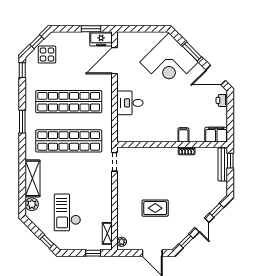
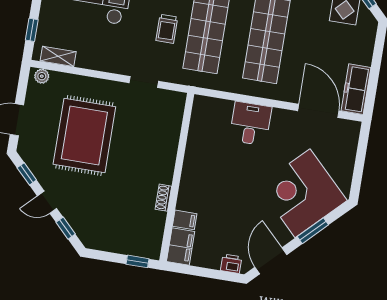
window: (91, 29) -> (373, 83), removed
freezer: (101, 39) -> (356, 89), width x1.40
filing cabinet: (183, 135) -> (185, 220), moved
doorway: (115, 162) -> (144, 82), moved
bench: (223, 164) -> (134, 249), removed
trolley: (78, 167) -> (167, 29), added
rug: (155, 208) -> (84, 135), width x1.86, depth x2.06

